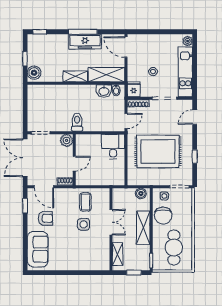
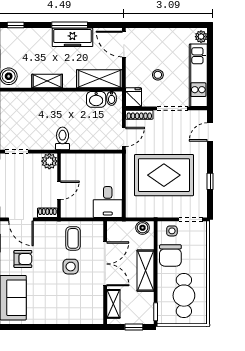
shelving: (75, 76) -> (47, 81), moved
desk: (113, 146) -> (108, 202), moved, turned 180
double door: (111, 222) -> (105, 264), width x1.37

